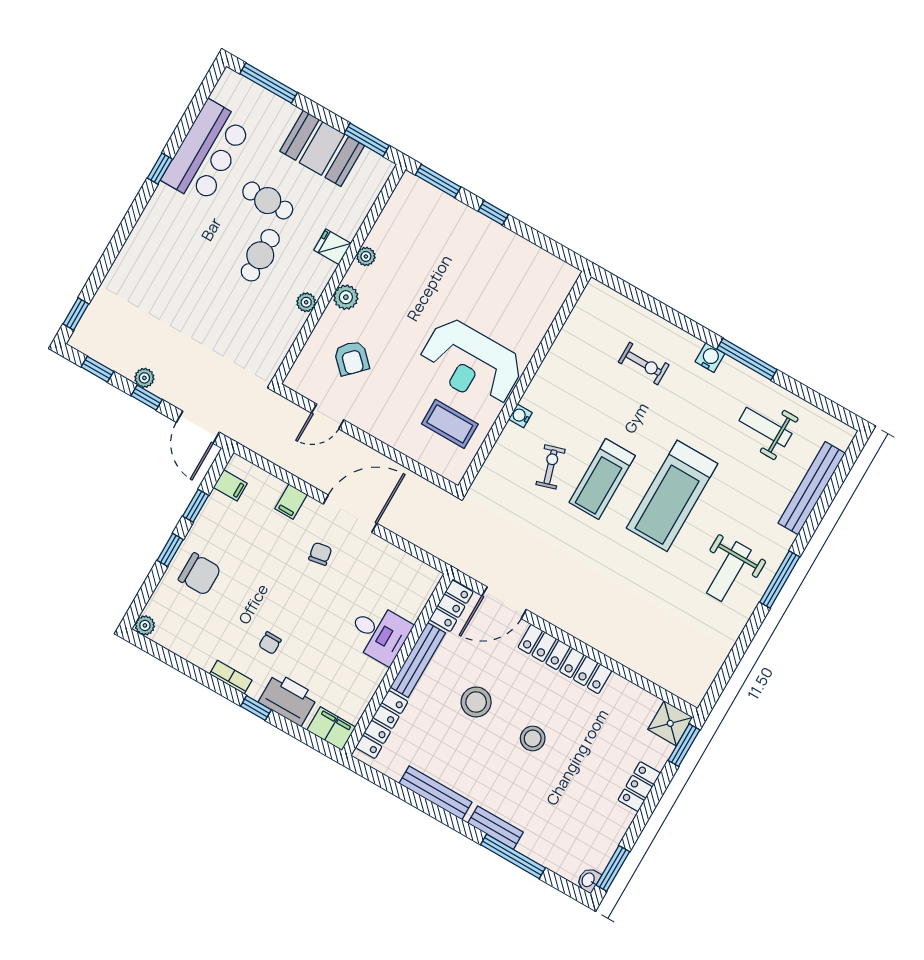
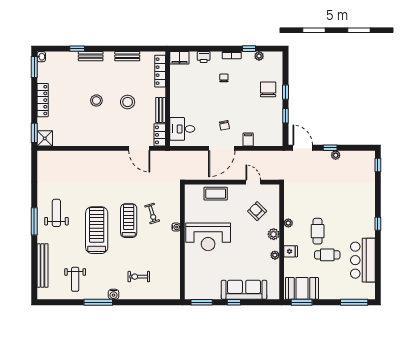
booth: (322, 148) -> (302, 288), moved
window: (160, 169) -> (378, 224), moved
window: (438, 181) -> (202, 302), moved
sofa: (461, 225) -> (244, 290), added
reception desk: (471, 363) -> (208, 237), turned 180
window: (97, 369) -> (357, 148), removed
door: (328, 416) -> (253, 182), hinge flipped
coffee table: (450, 424) -> (216, 194), moved
weight bench: (765, 427) -> (75, 279), turned 90
filing cabinet: (230, 485) -> (276, 132), removed
chair: (200, 574) -> (268, 89), turned 90
door: (504, 603) -> (139, 148), swing flipped
plant: (145, 625) -> (259, 56), moved
desk: (379, 633) -> (182, 129), moved
locker: (565, 659) -> (102, 140), removed
bench: (418, 660) -> (161, 110), width x0.73
printer: (288, 699) -> (204, 57), width x0.53, depth x0.68
window: (256, 708) -> (249, 49), moved
locker: (639, 787) -> (43, 100), width x1.53
bench: (436, 793) -> (127, 56), width x0.73
window: (513, 856) -> (77, 49), width x0.46

